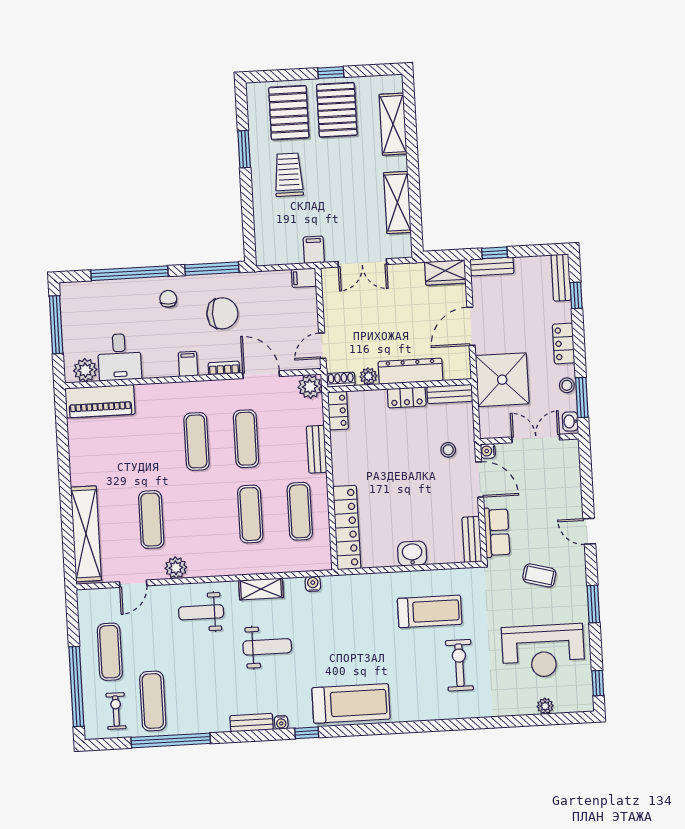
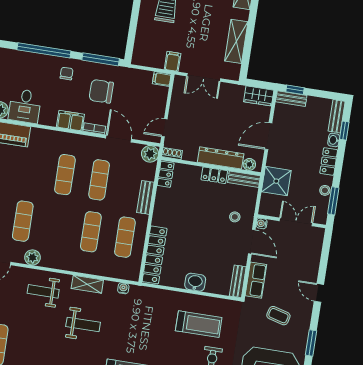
chair: (222, 313) -> (101, 91), turned 180
filing cabinet: (188, 364) -> (70, 121), width x2.00
plant: (368, 376) -> (249, 164), moved
shower: (502, 380) -> (276, 181), width x0.73, depth x0.73
washbasin: (570, 421) -> (334, 140), moved

